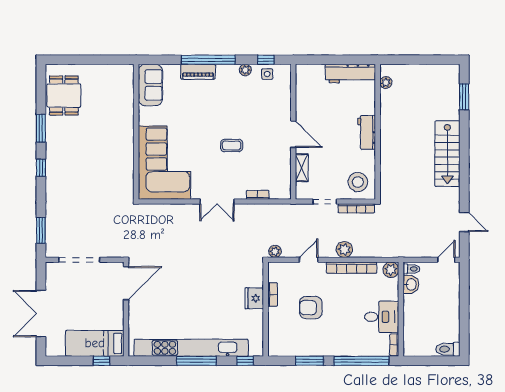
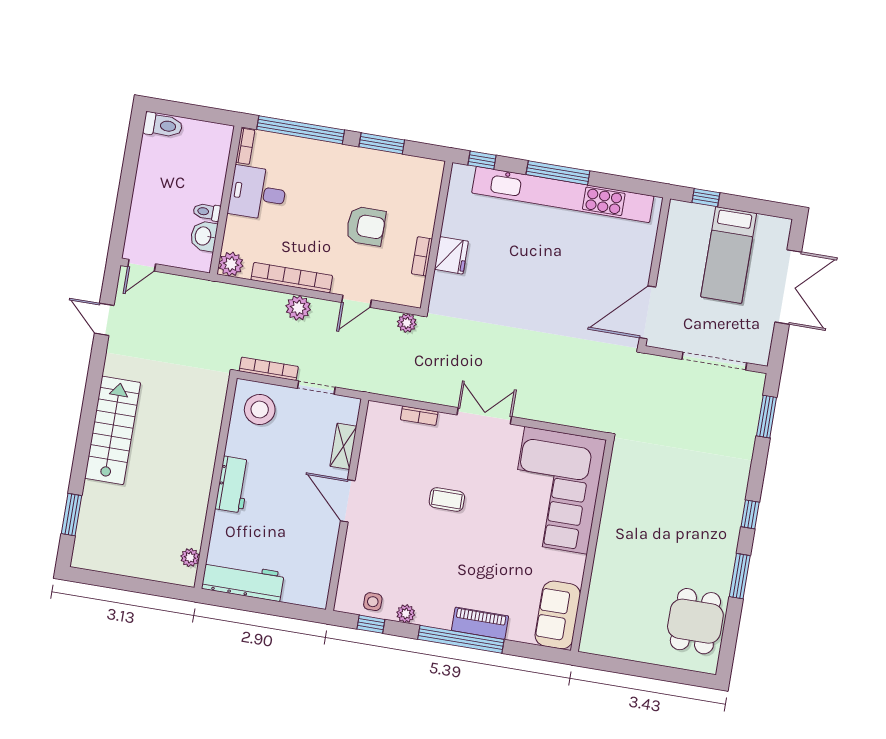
toilet: (411, 269) -> (207, 212), moved
bed: (95, 343) -> (729, 255), moved, turned 90

